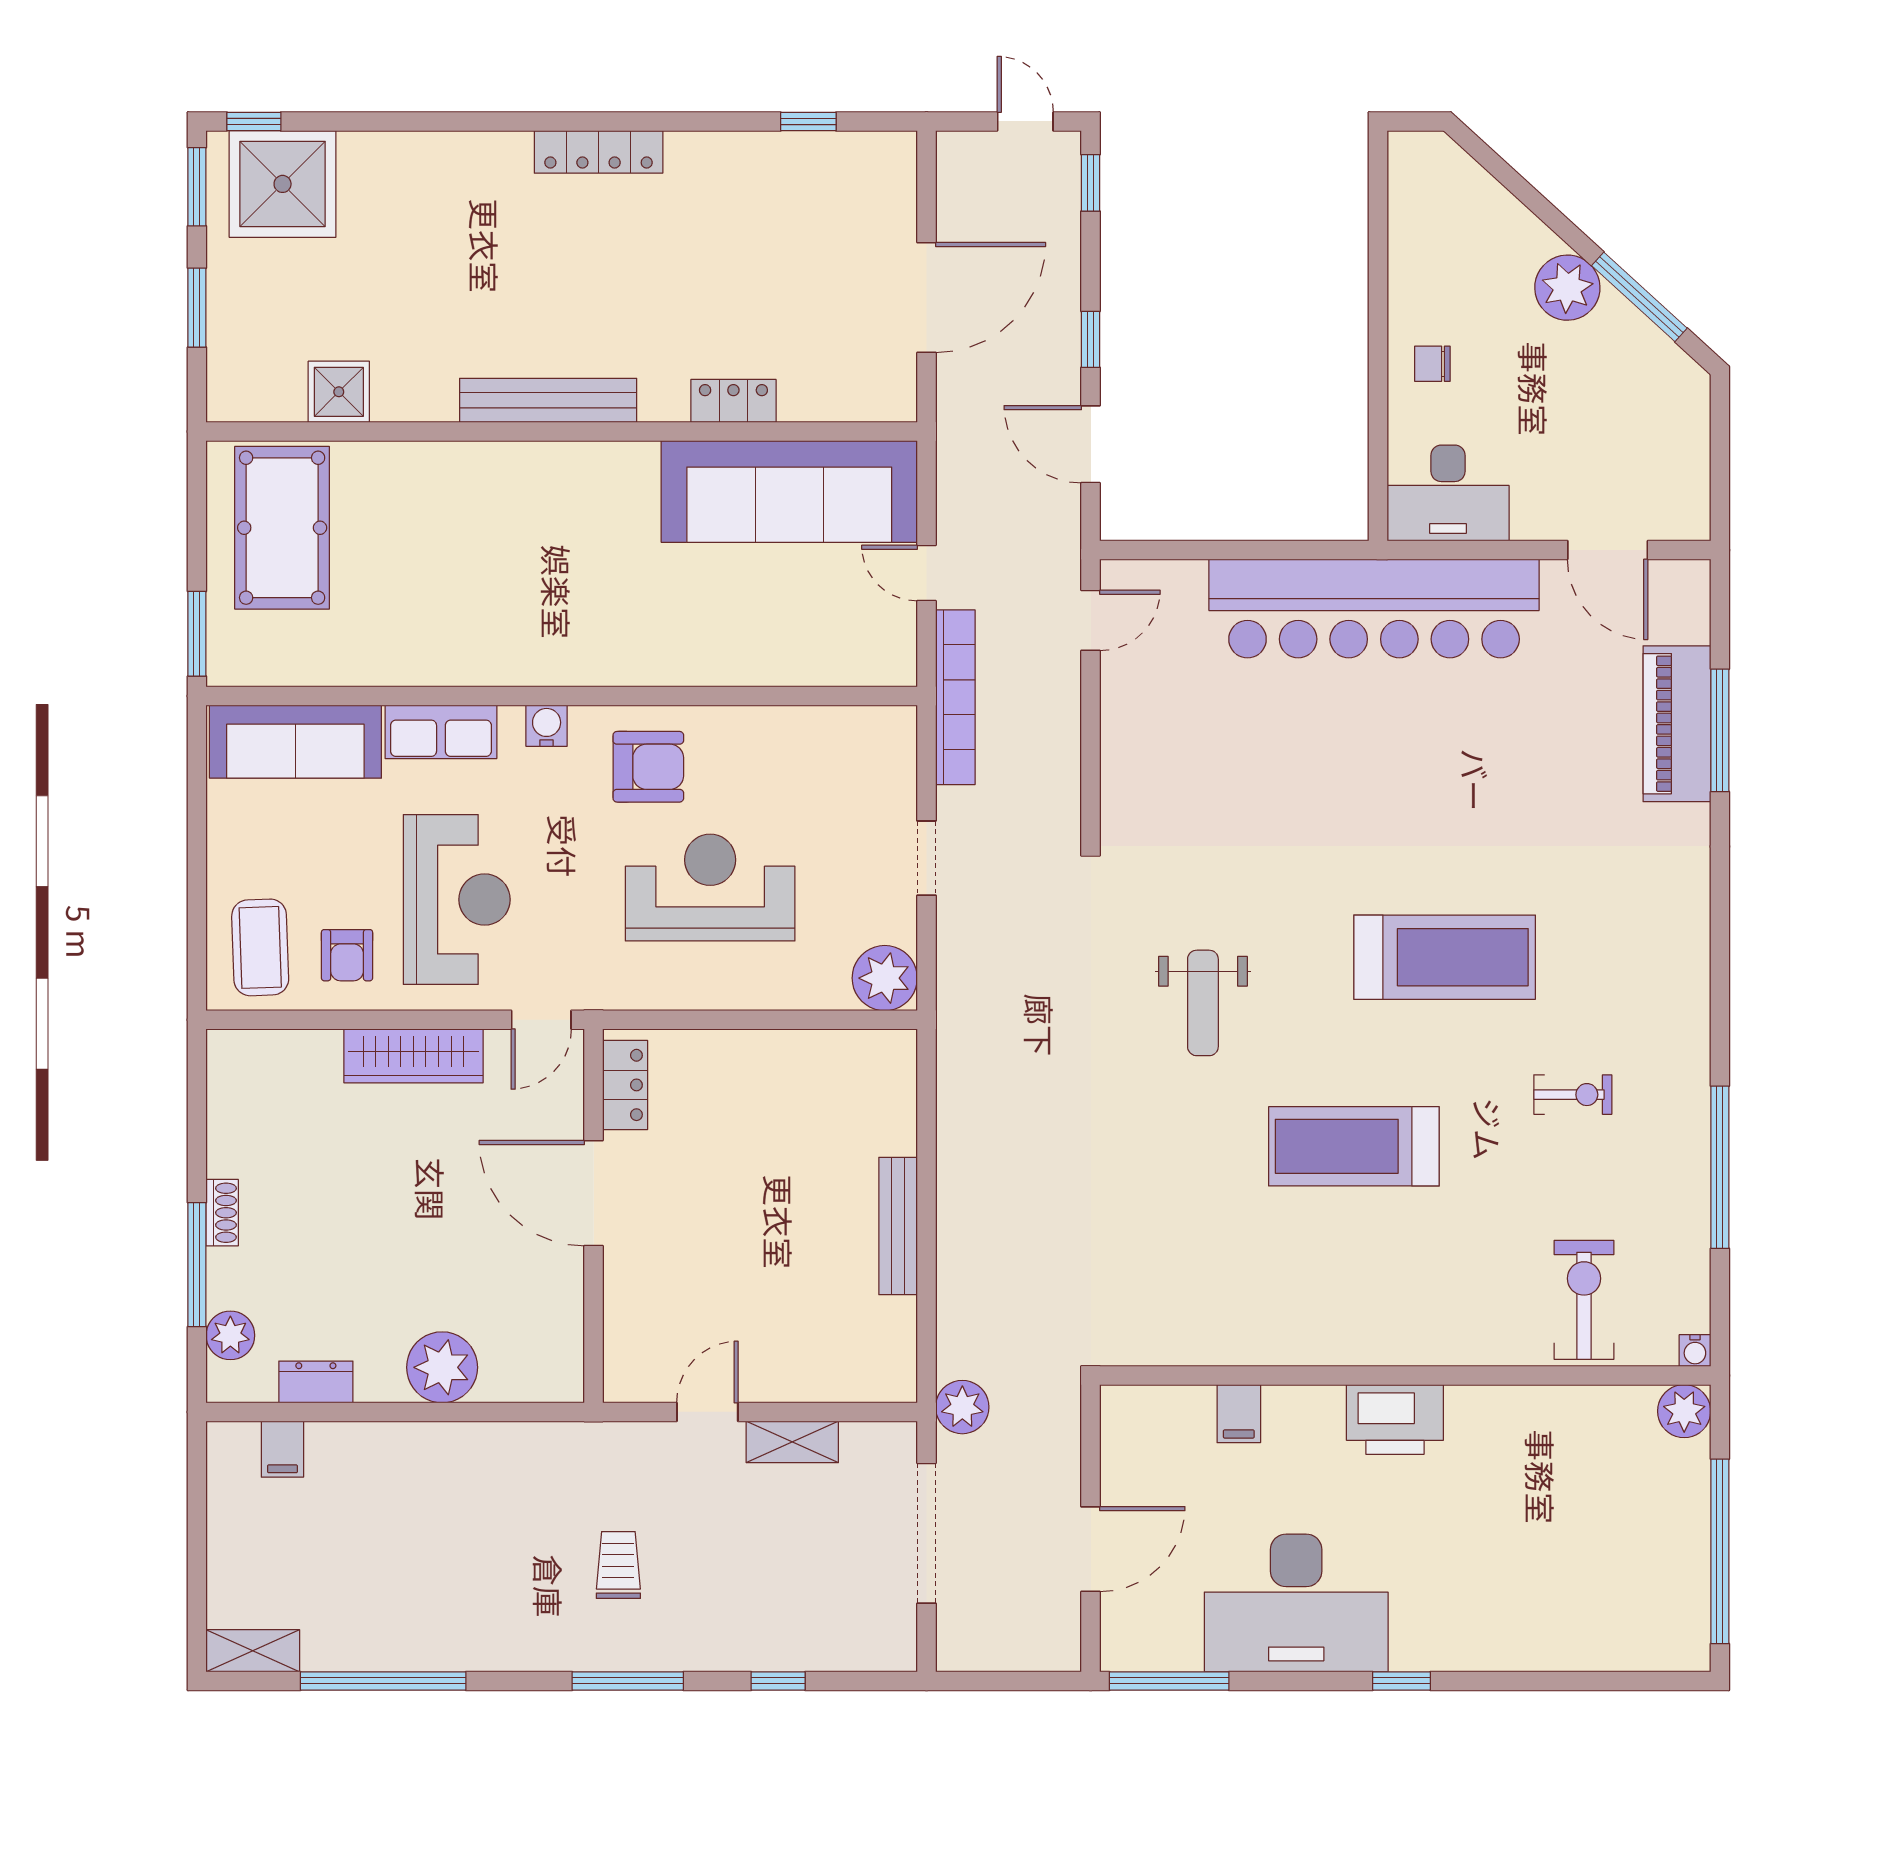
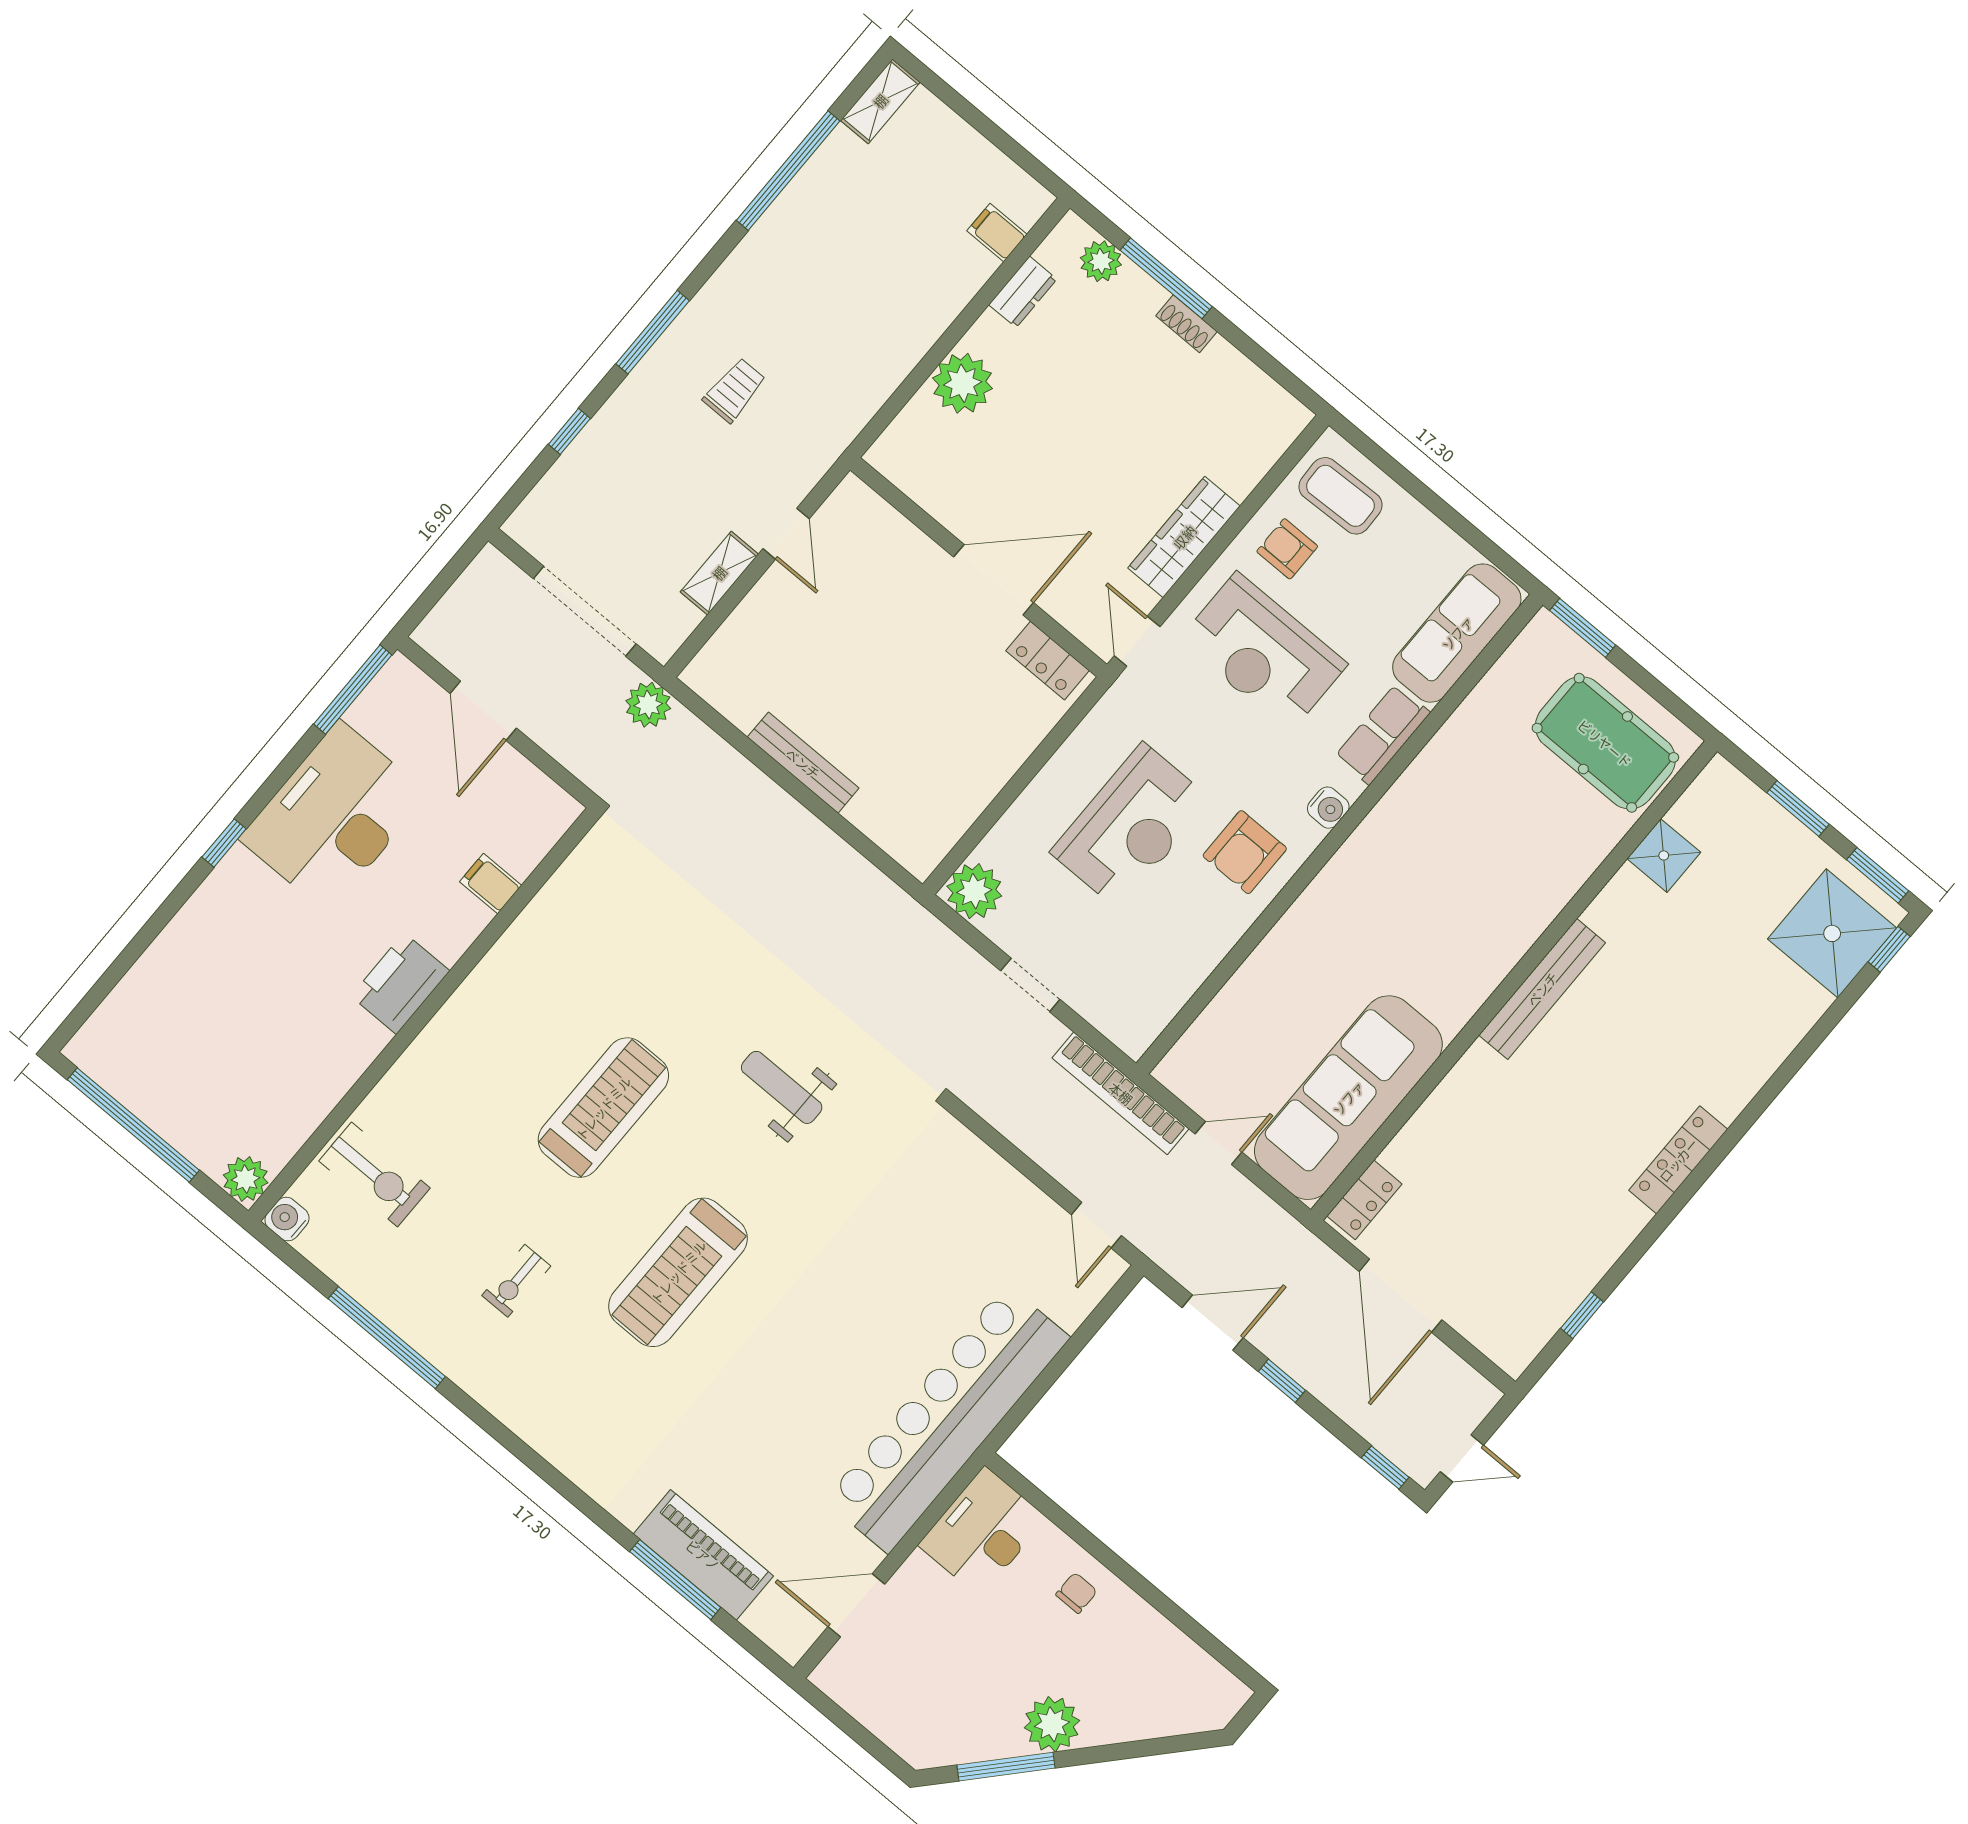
locker: (733, 401) -> (1364, 1200), moved
water cooler: (1695, 1351) -> (287, 1219), width x1.38, depth x1.38
trolley: (618, 1565) -> (734, 390), turned -90

